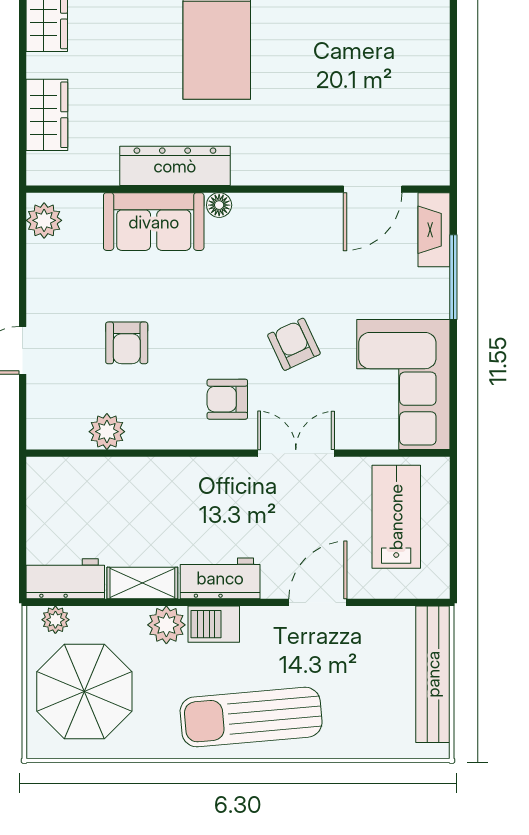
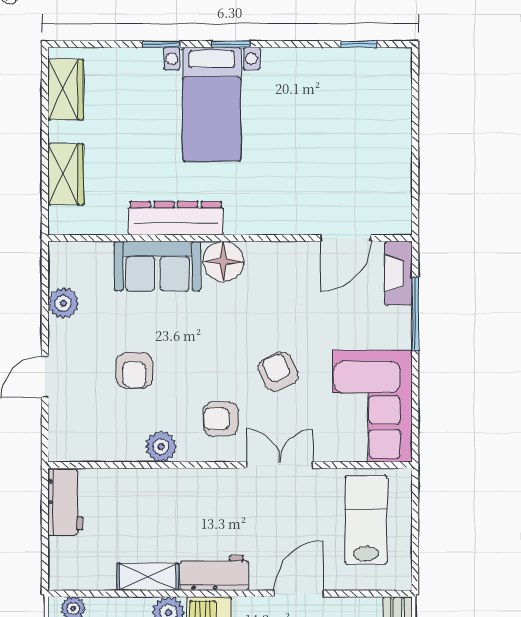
floor lamp: (219, 205) -> (223, 261), width x1.89, depth x1.89
plant: (44, 220) -> (63, 303), moved
plant: (107, 432) -> (161, 447), moved
workbench: (65, 579) -> (65, 502), moved, turned 90

